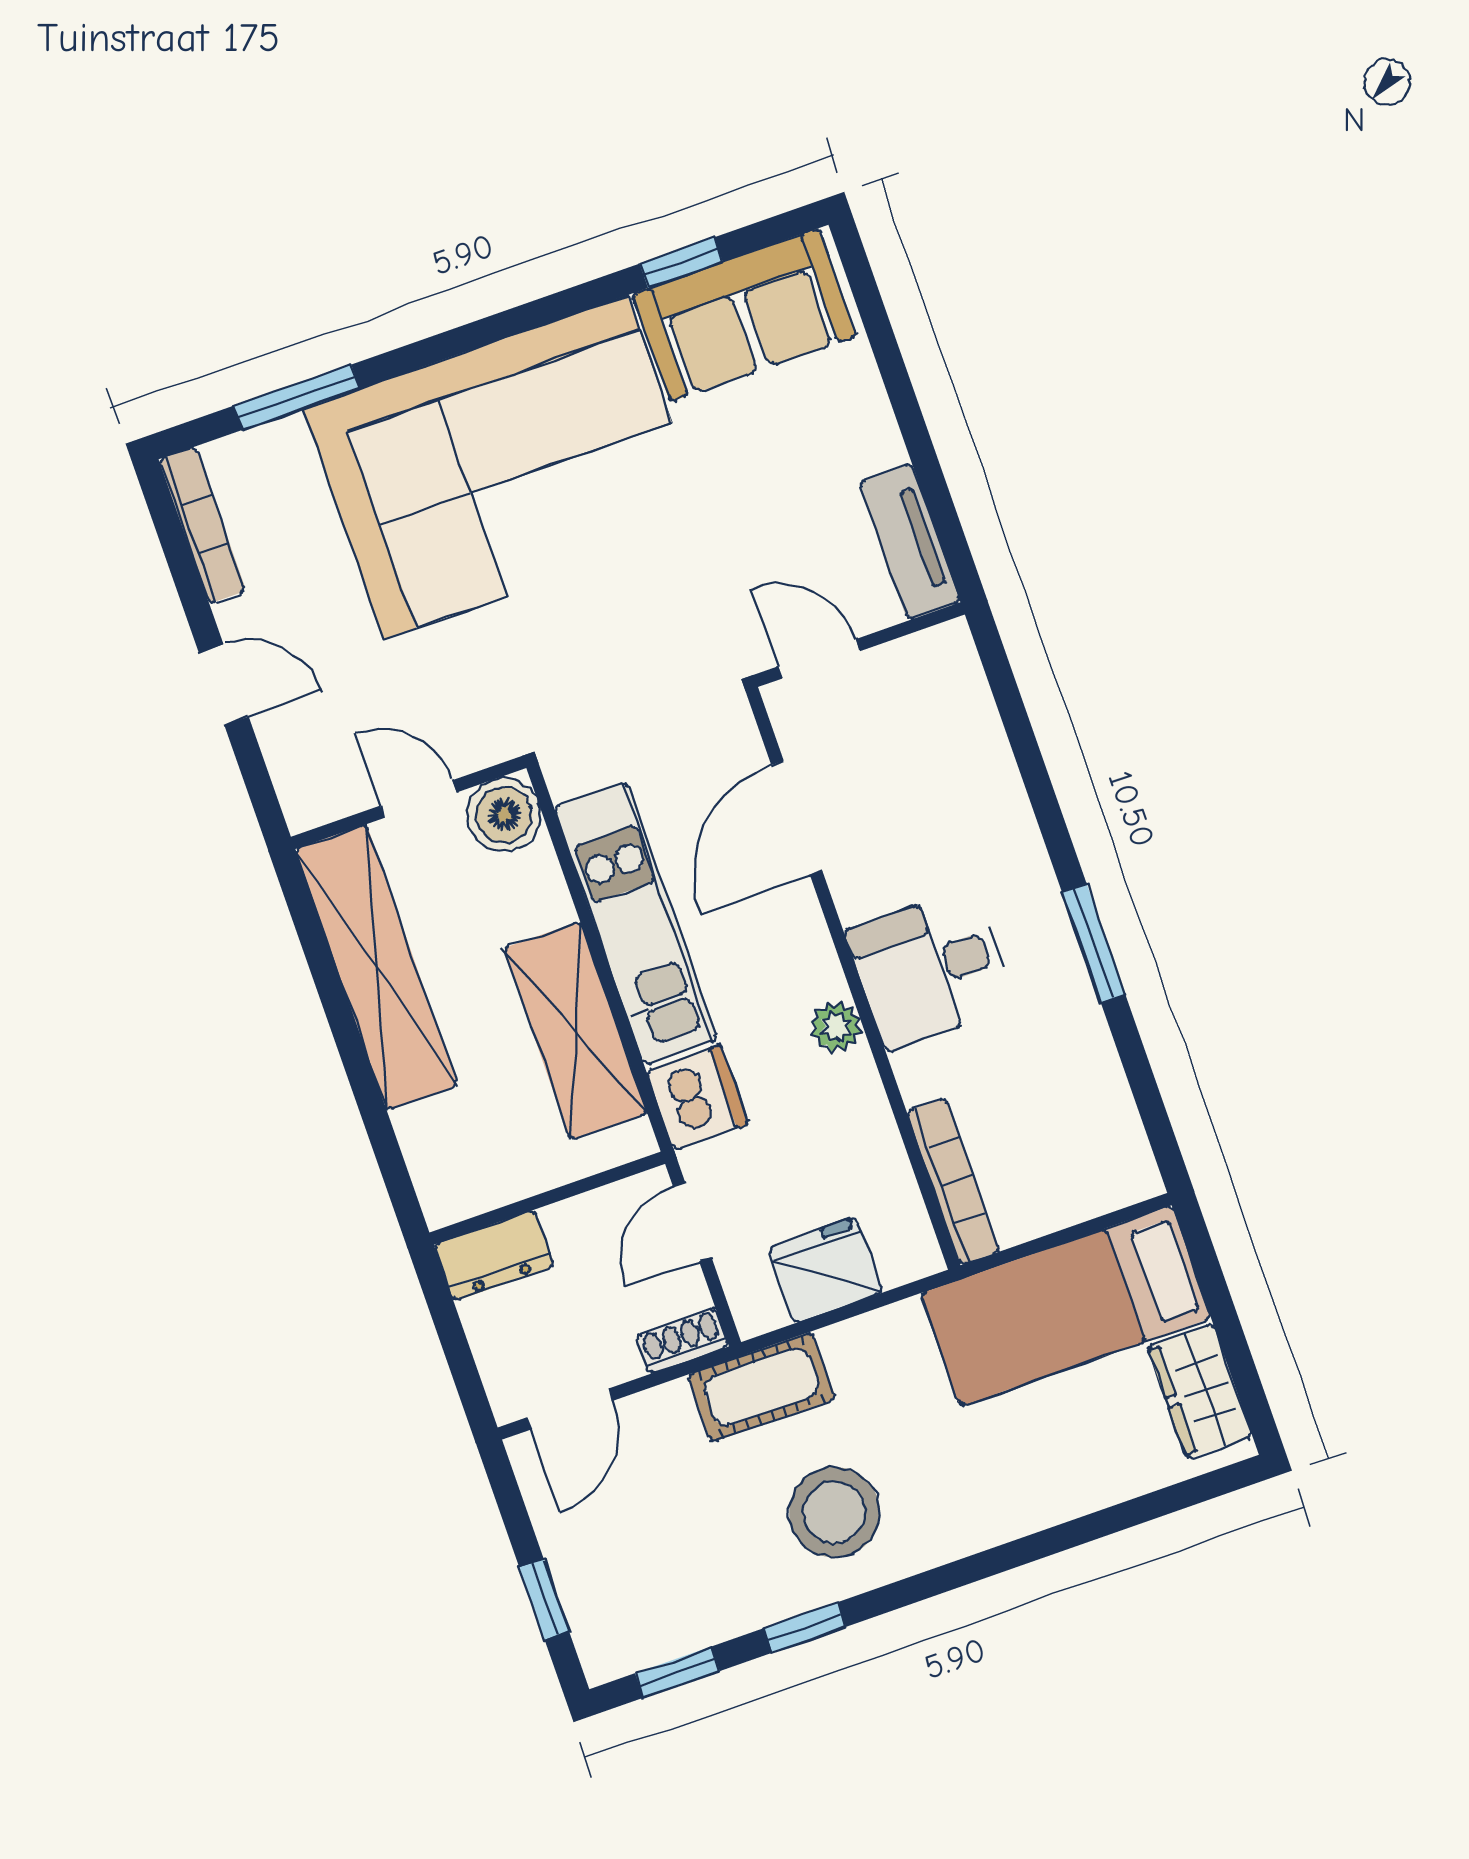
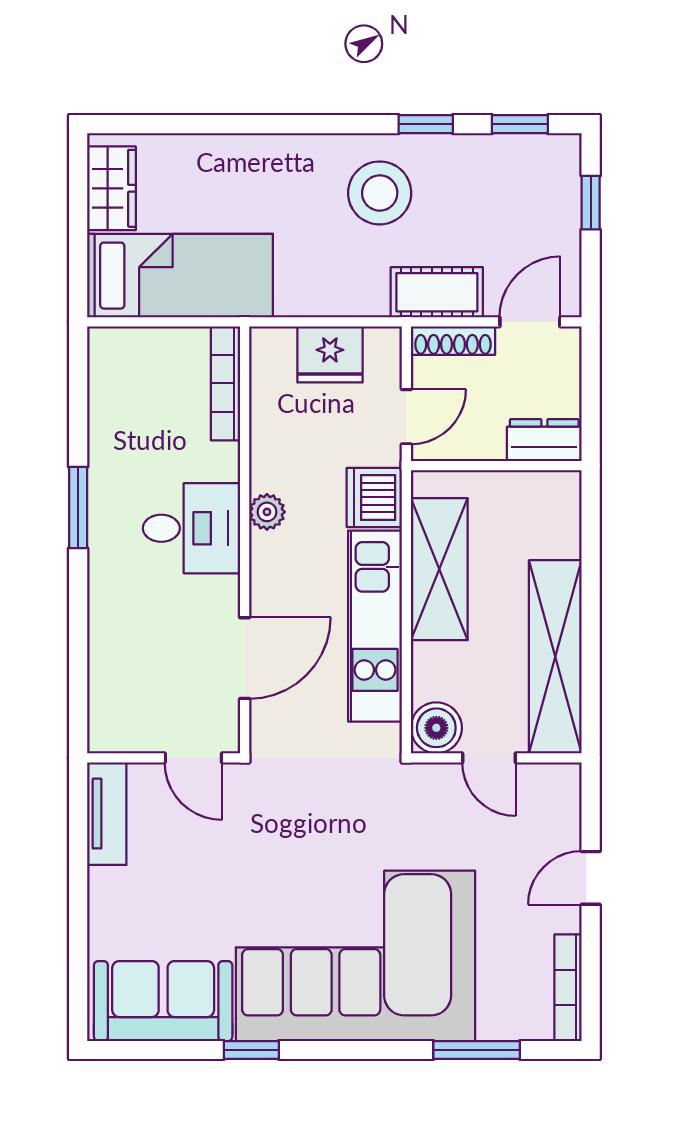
window: (681, 263) -> (251, 1050), moved
door: (224, 685) -> (591, 878), hinge flipped
shoe rack: (682, 1341) -> (453, 341), width x1.43
cot: (762, 1387) -> (437, 292), moved

